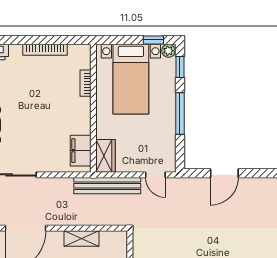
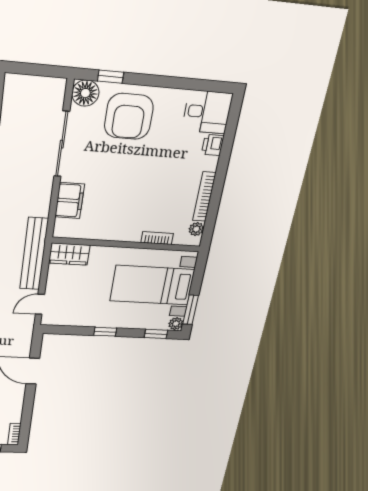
window: (153, 40) -> (191, 310), width x1.50
plant: (75, 51) -> (196, 229), added
window: (180, 113) -> (105, 332), width x0.46
filing cabinet: (81, 151) -> (70, 201), moved, turned 90

